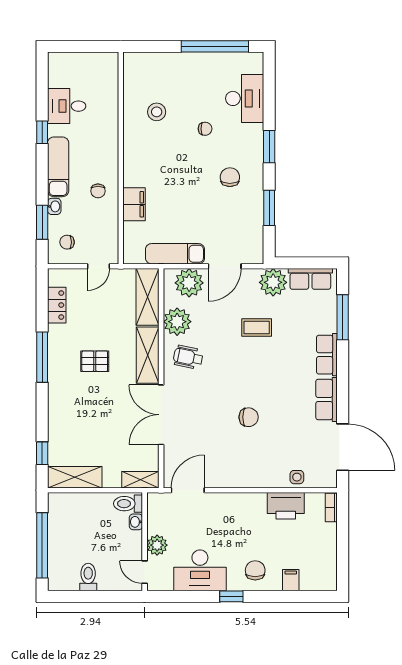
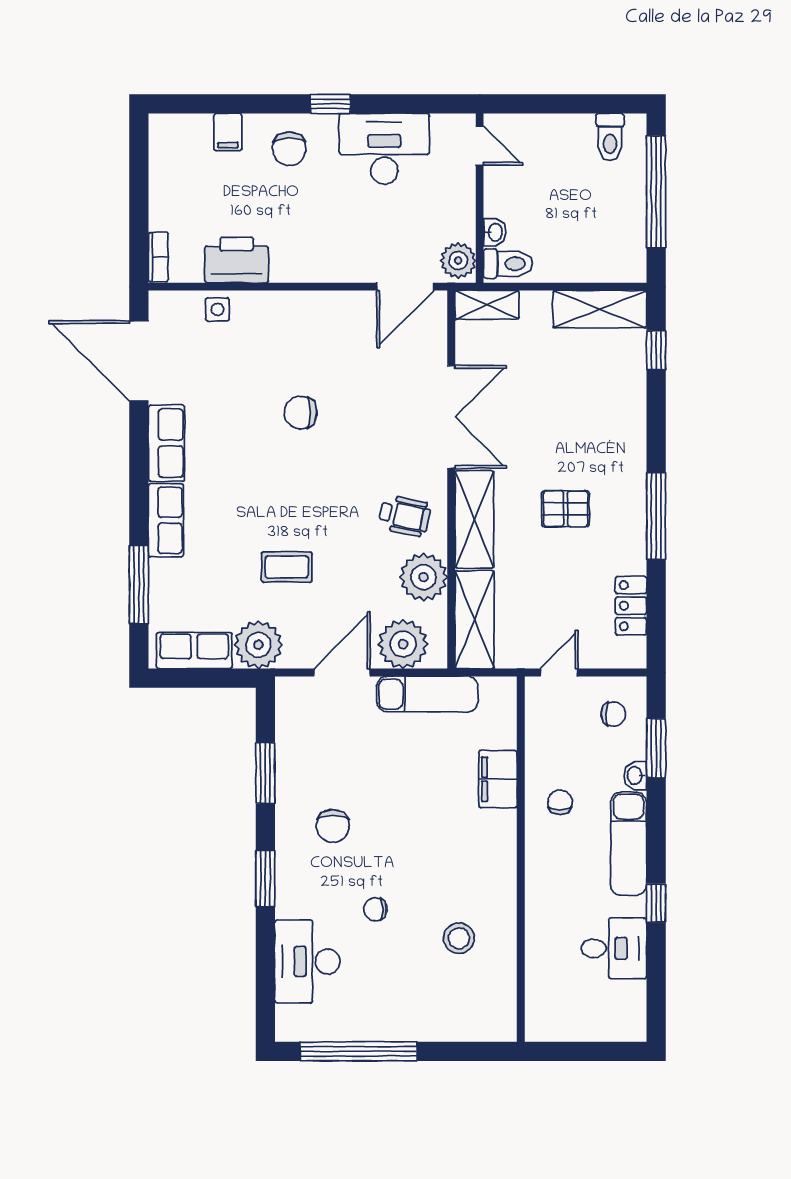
plant: (157, 545) -> (458, 261), moved
toilet: (88, 577) -> (610, 137), moved

